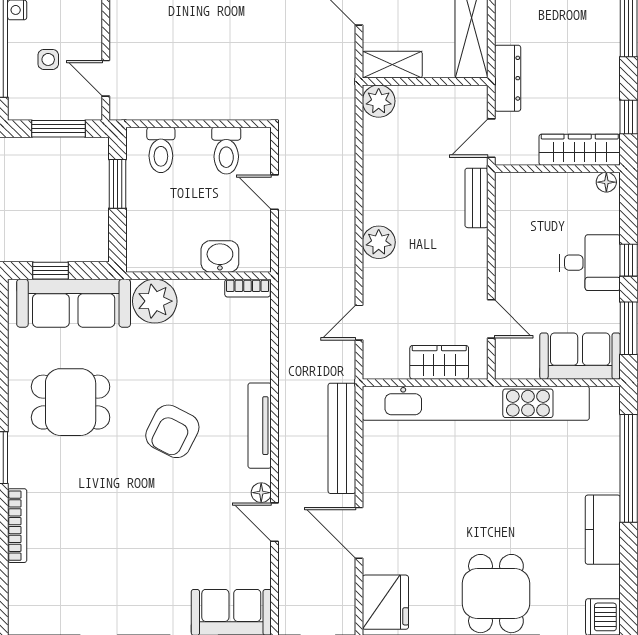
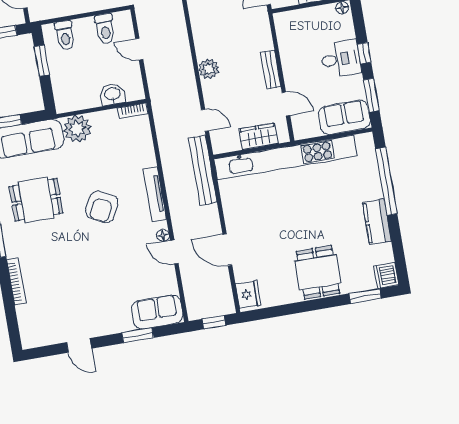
bench: (477, 198) -> (271, 70), moved
door: (359, 323) -> (205, 120), swing flipped
bench: (342, 438) -> (203, 170), moved
fridge: (385, 602) -> (248, 294), width x0.73, depth x0.75

